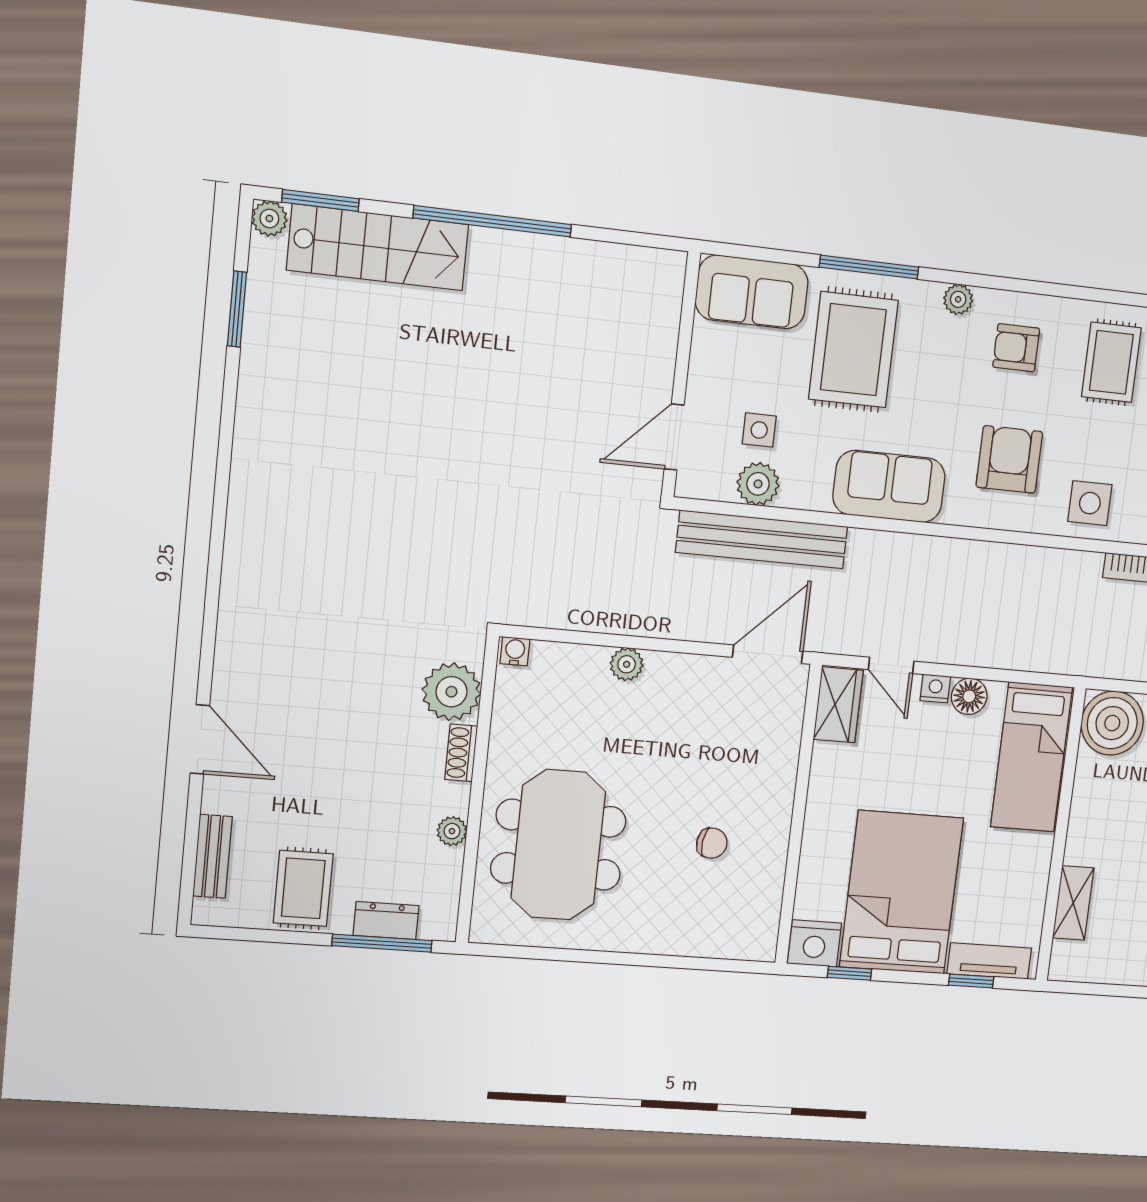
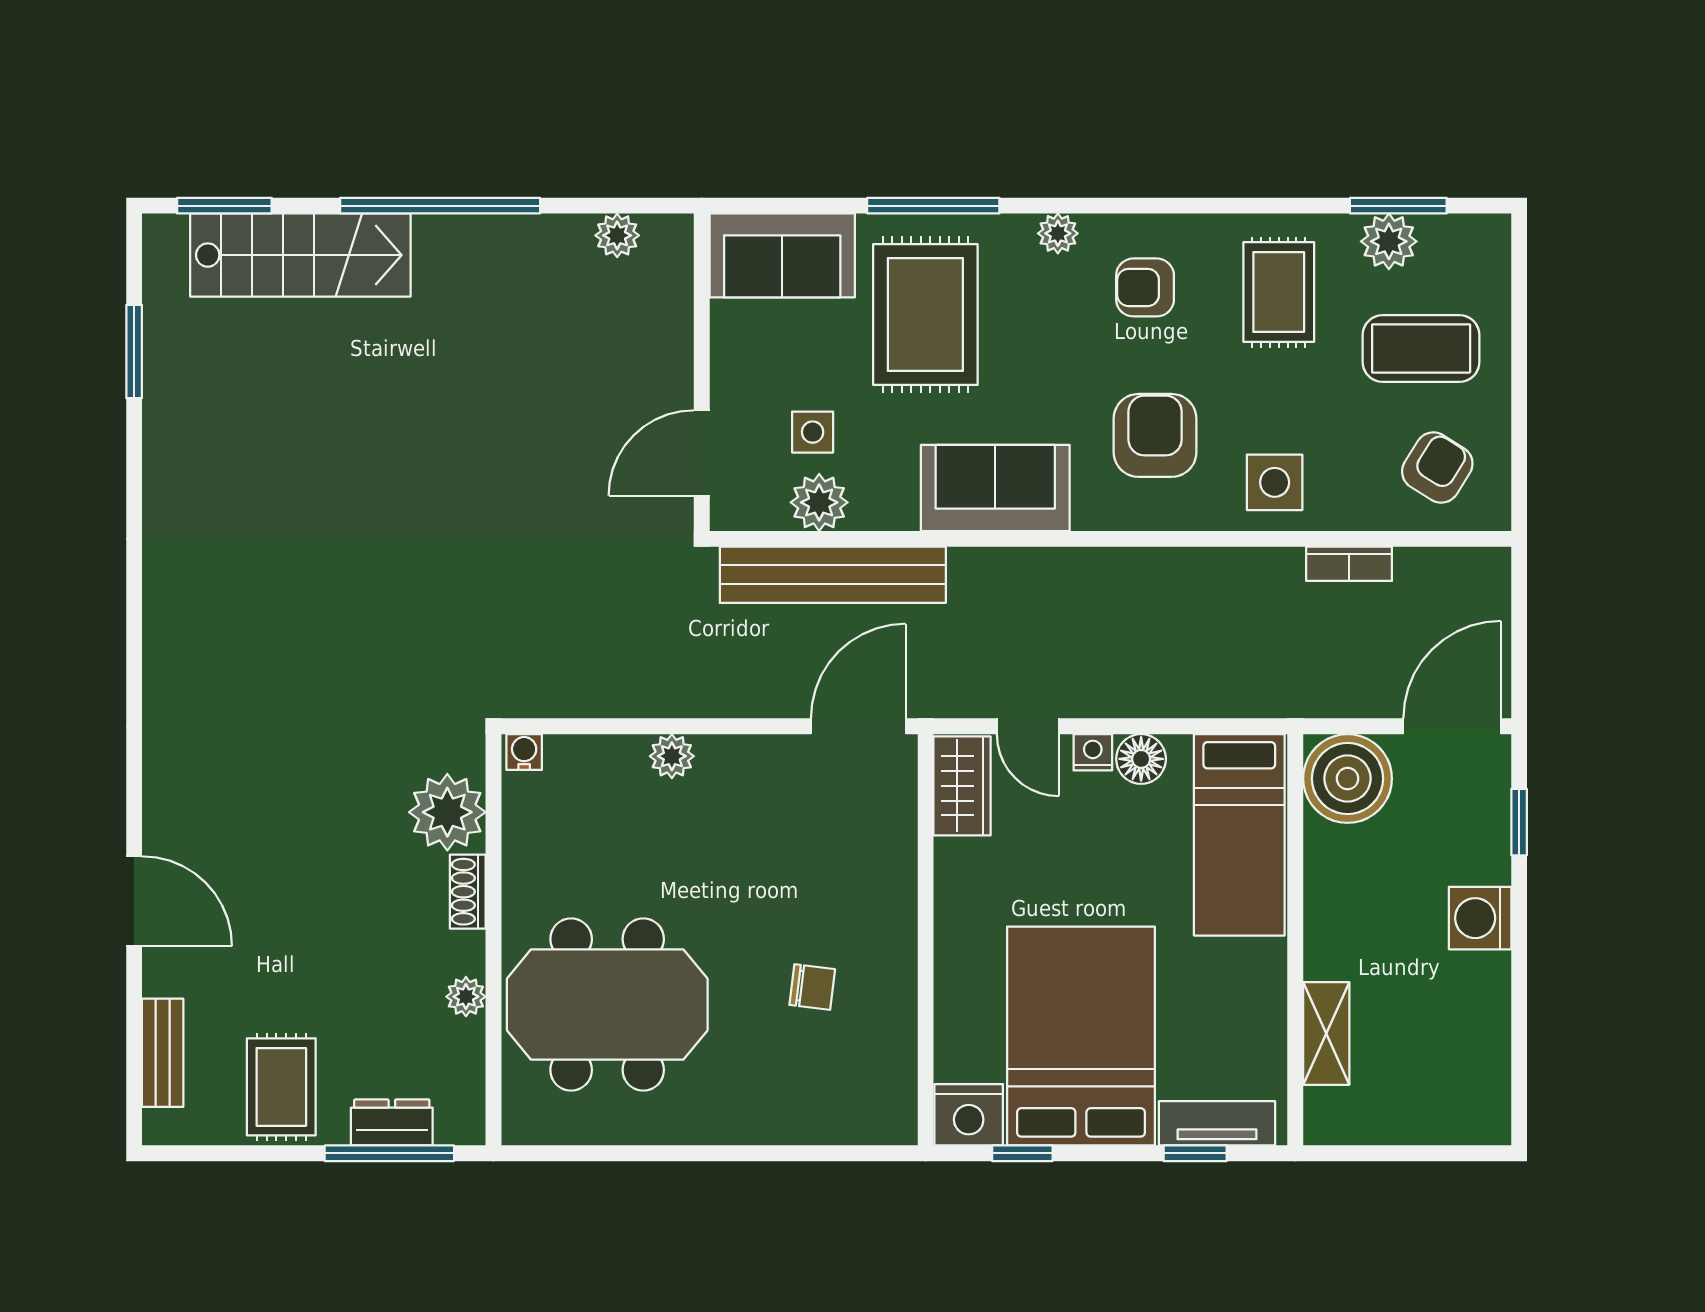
plant: (269, 219) -> (617, 235), moved
meeting table: (558, 845) -> (607, 1005), turned 90

